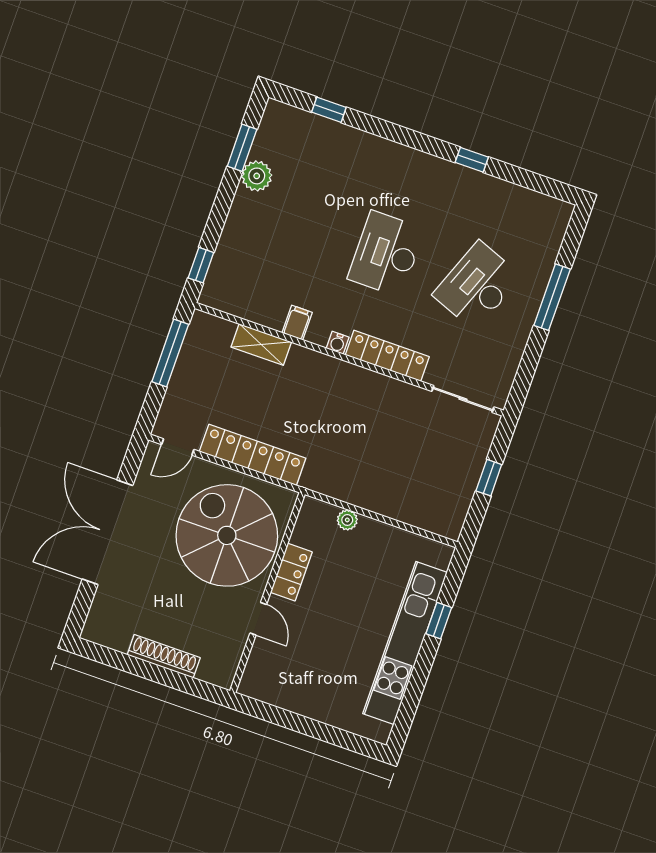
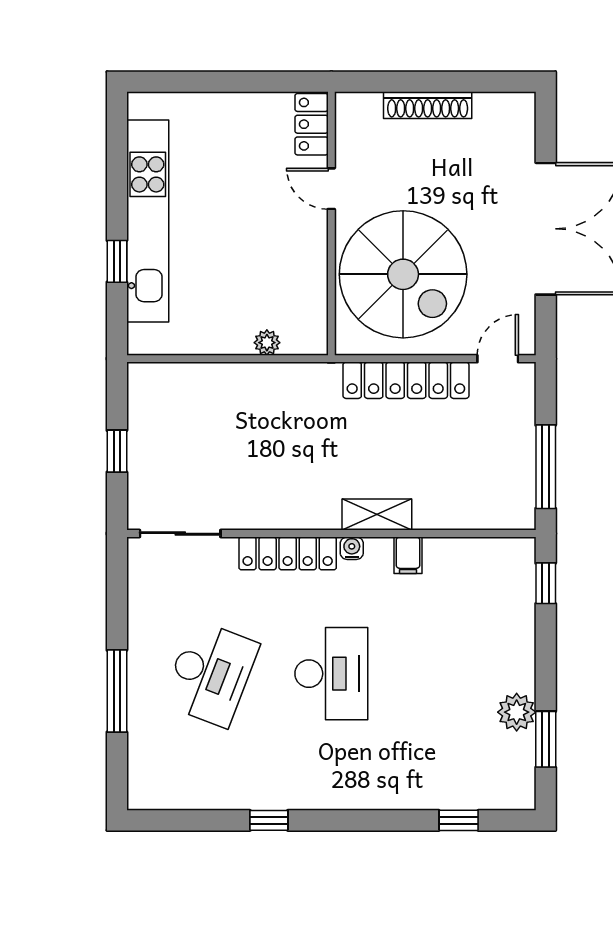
shelving: (261, 344) -> (377, 515), moved
locker: (291, 572) -> (312, 124), moved

